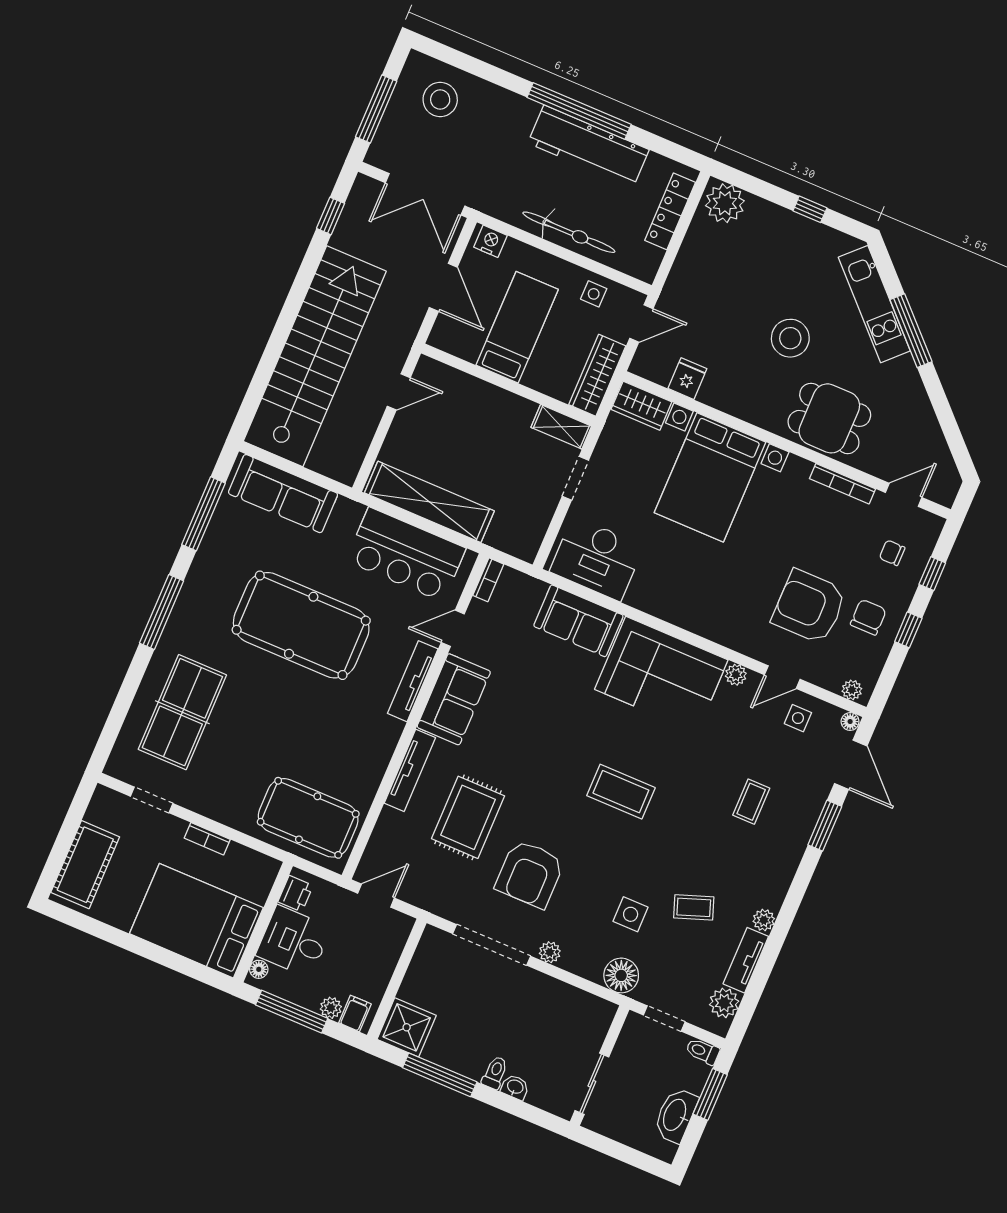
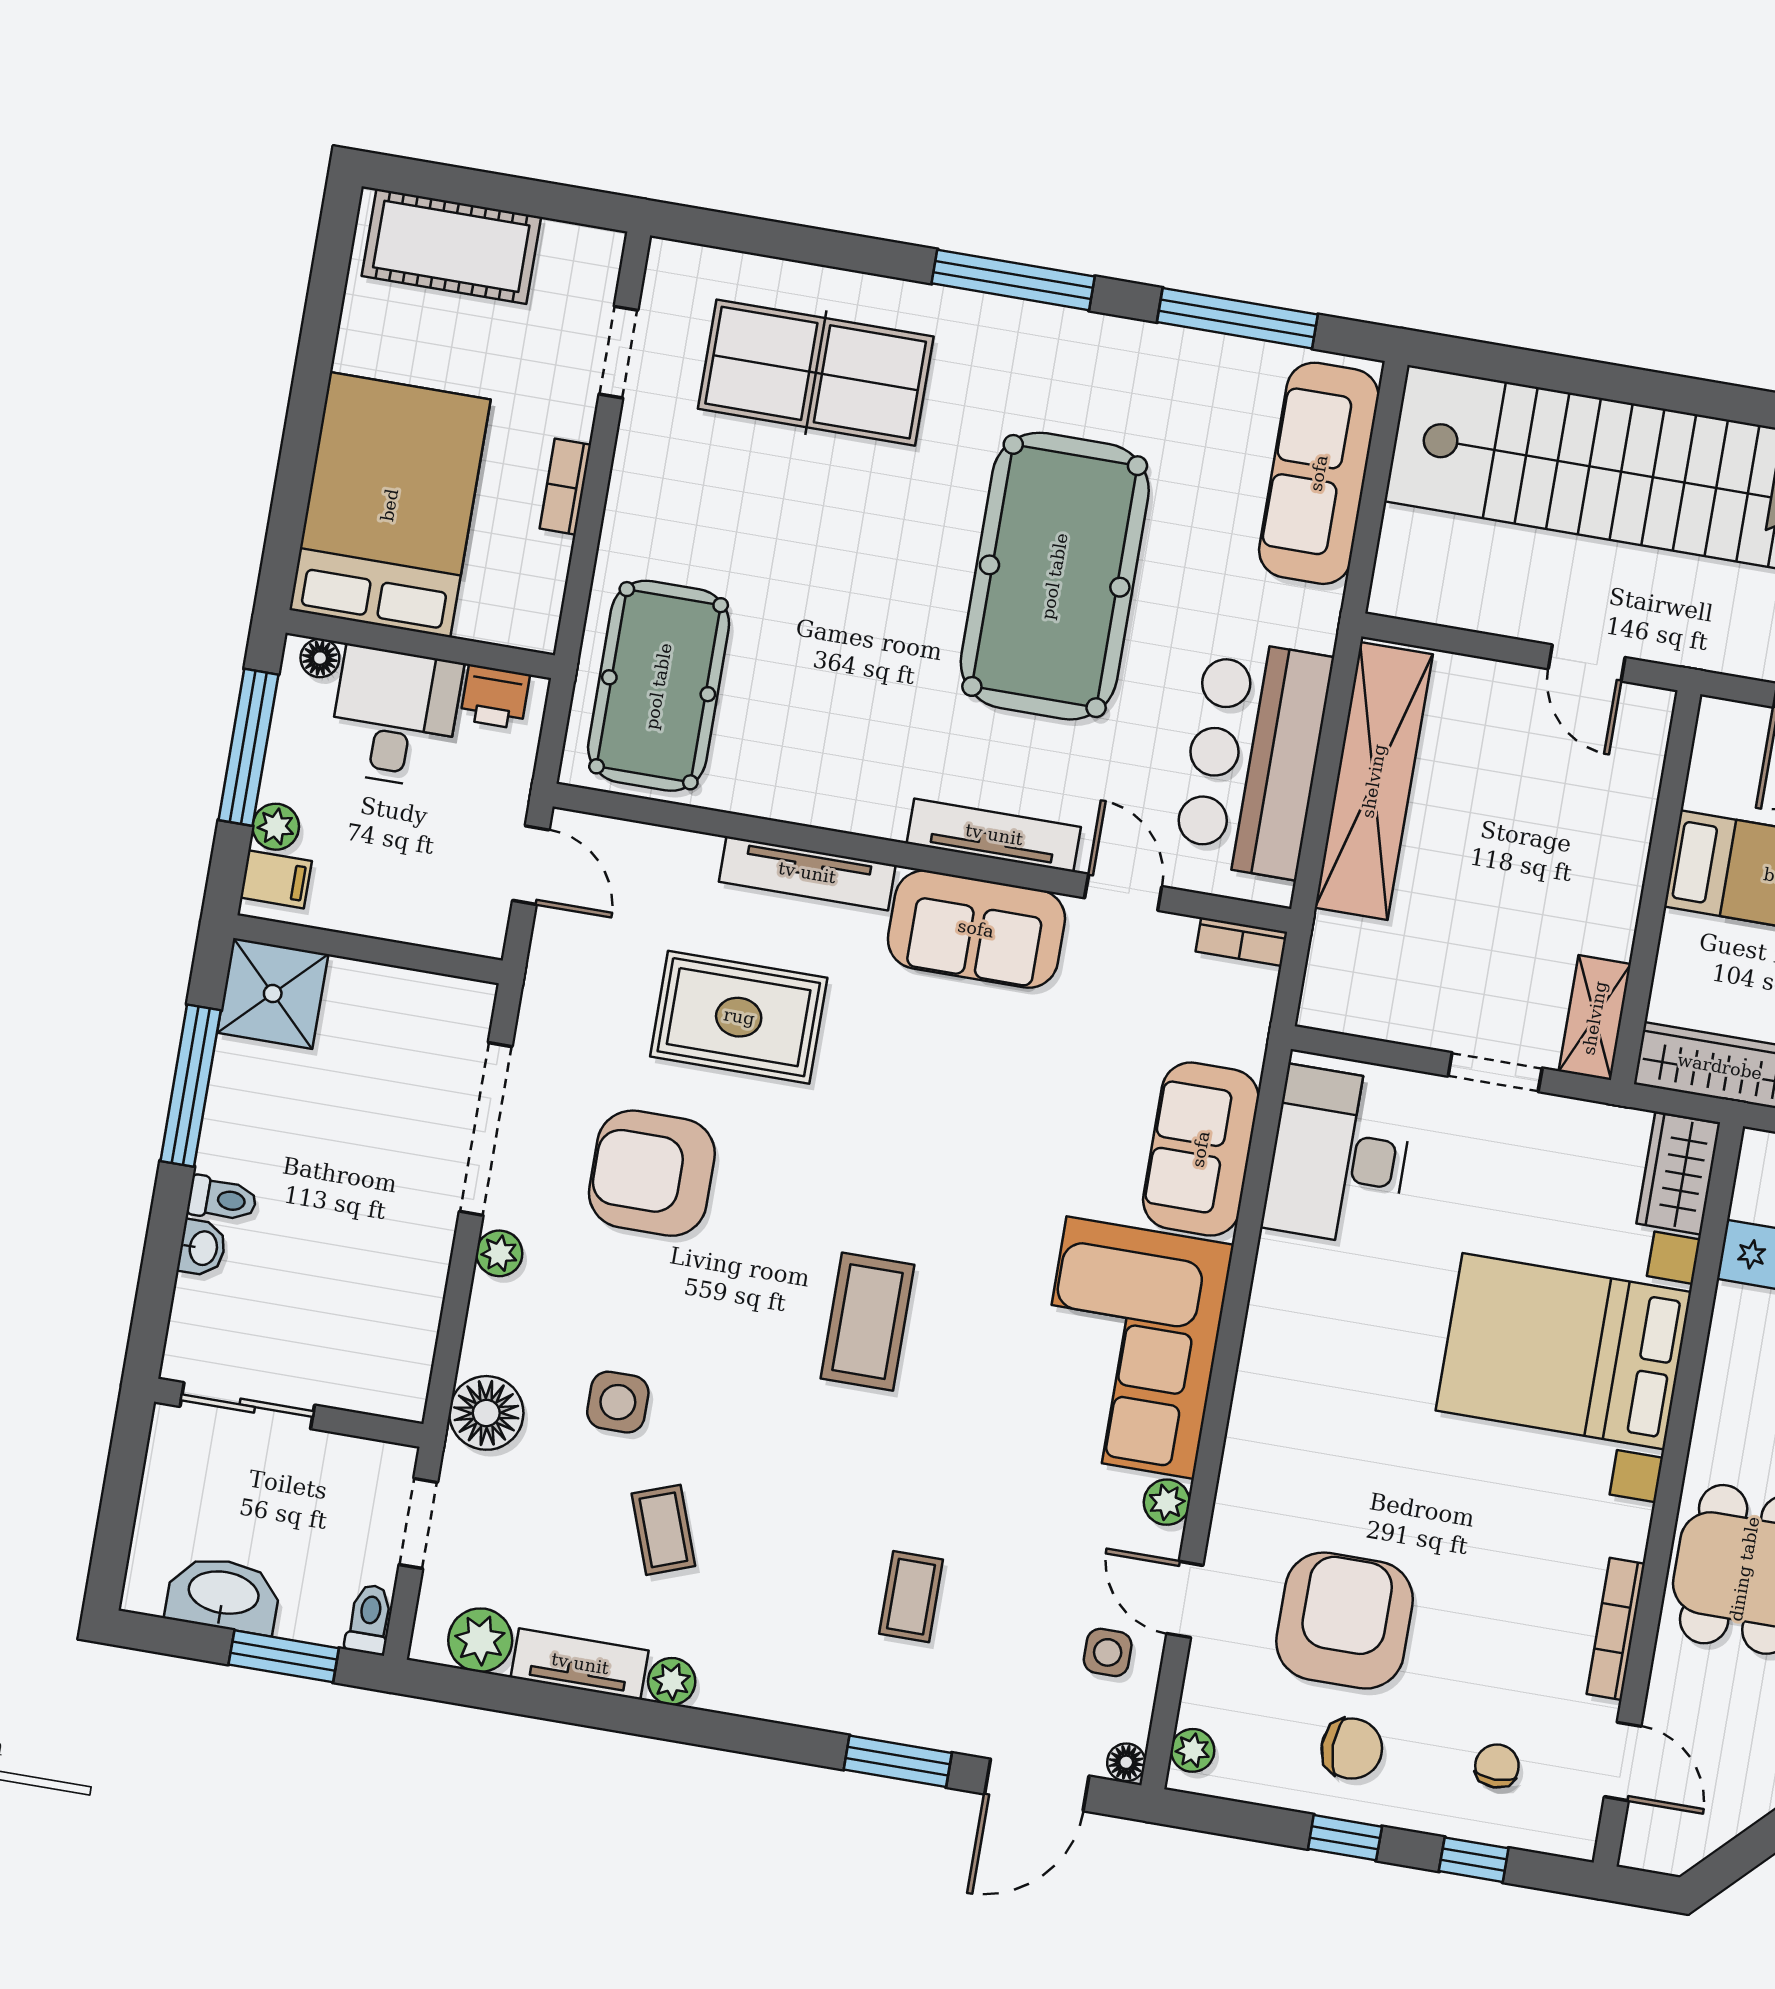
coffee table: (751, 802) -> (911, 1597), turned 90

